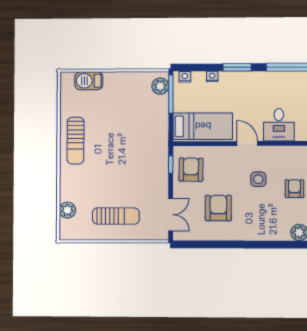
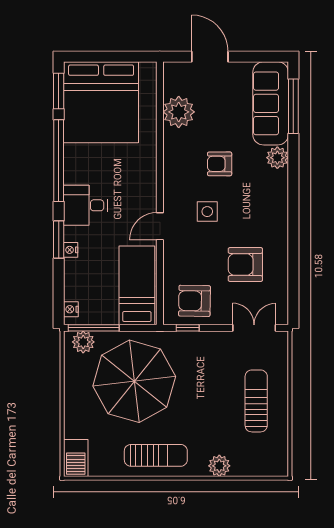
nightstand: (212, 77) -> (71, 250), moved
barbecue: (89, 81) -> (76, 458), moved
parasol: (131, 124) -> (134, 381), added
desk: (279, 125) -> (85, 205), moved, turned 180
plant: (67, 210) -> (219, 466), moved

